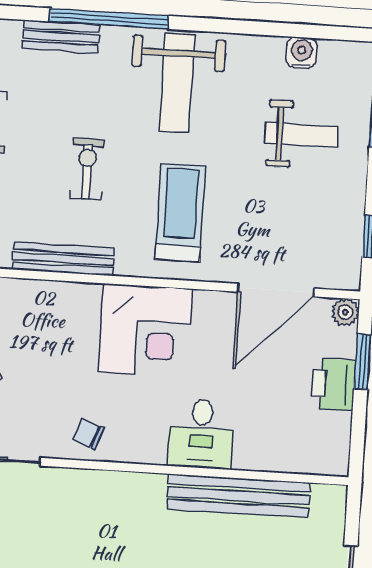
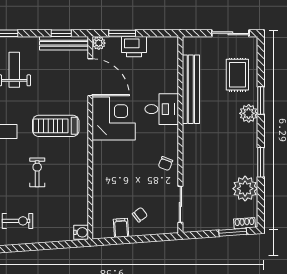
exercise bike: (87, 169) -> (37, 172), turned 90
bench: (63, 259) -> (64, 43), moved, turned 90
corner desk: (146, 330) -> (114, 118), moved

